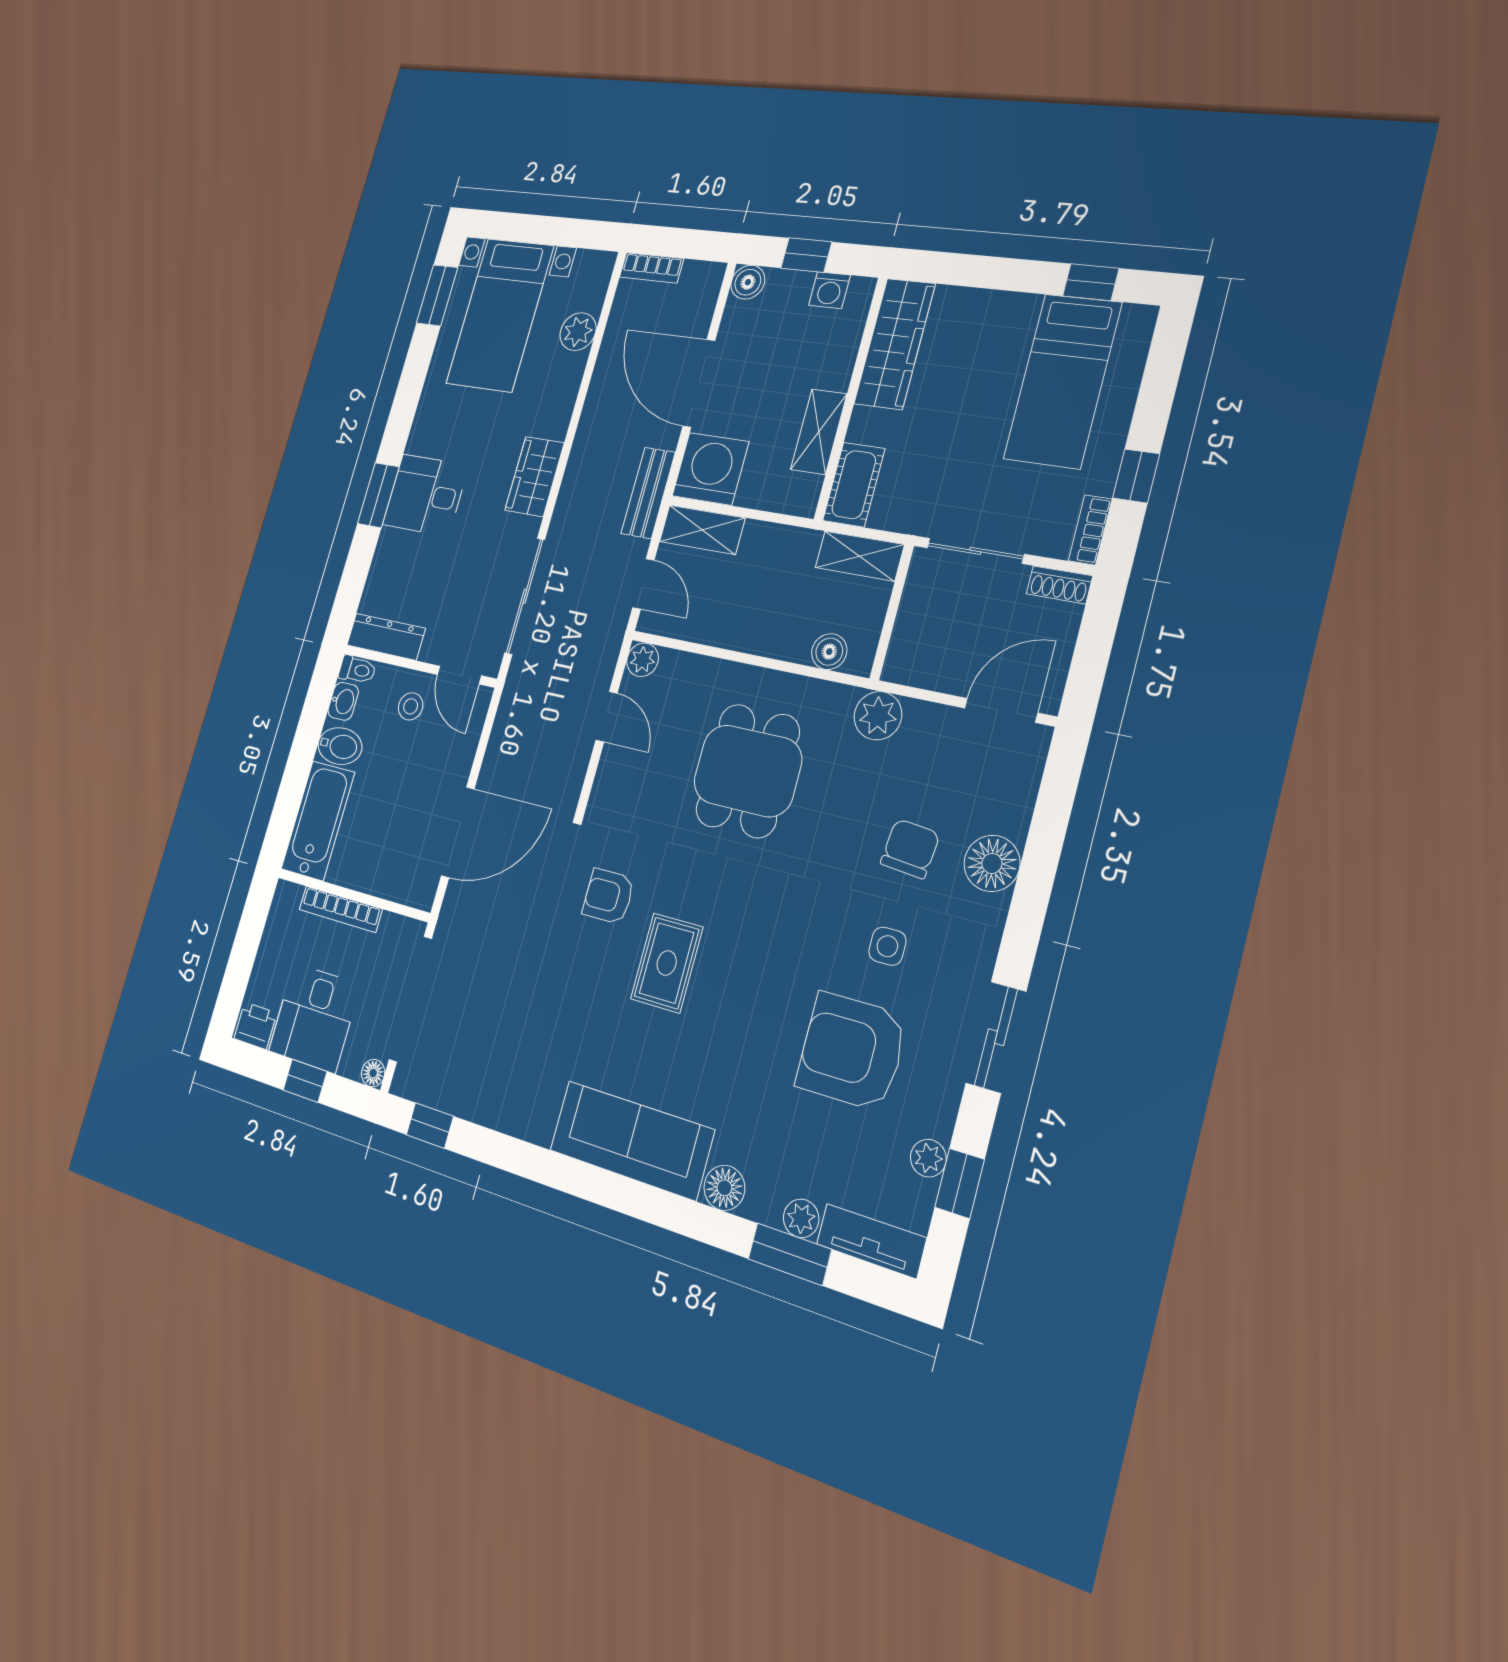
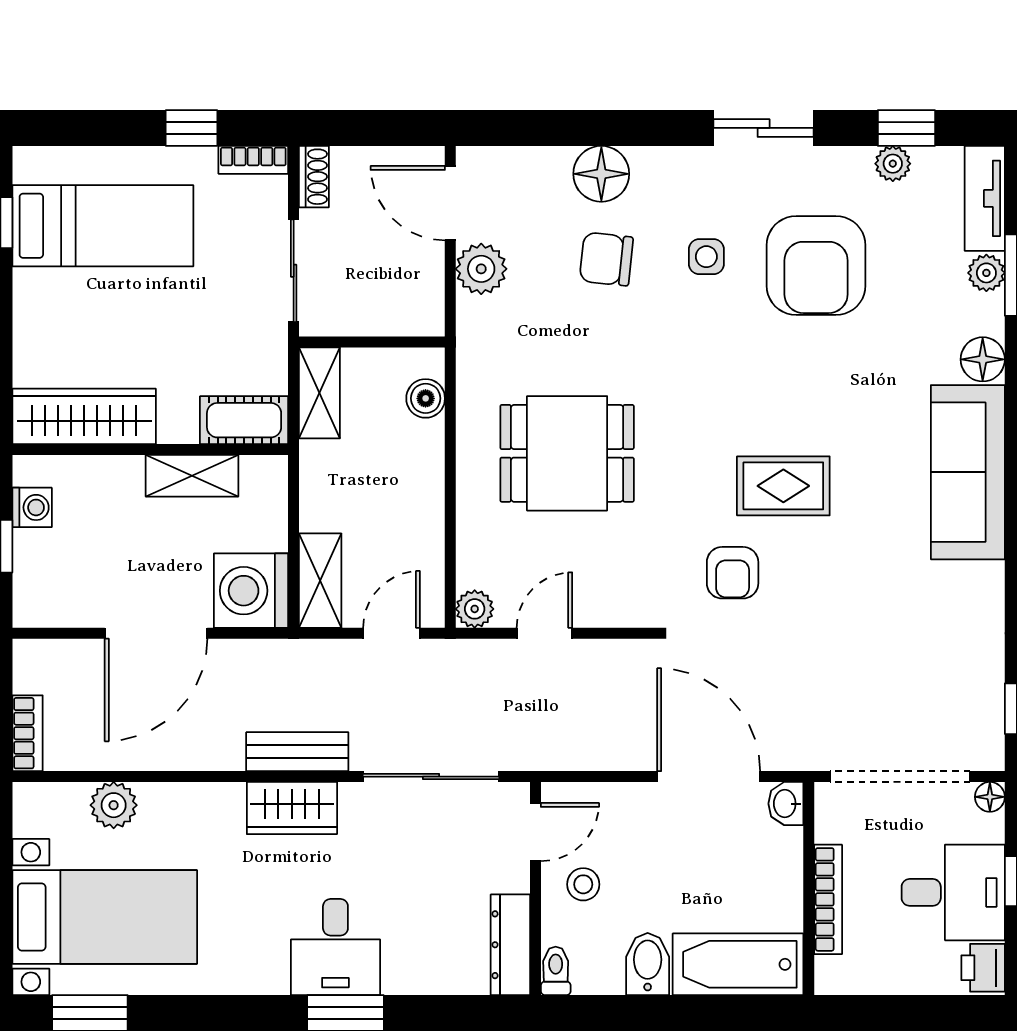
boiler: (748, 282) -> (33, 608), removed
bench: (648, 493) -> (297, 752), moved
washbasin: (343, 701) -> (786, 804), moved, turned -90
plant: (878, 716) -> (481, 269), moved

